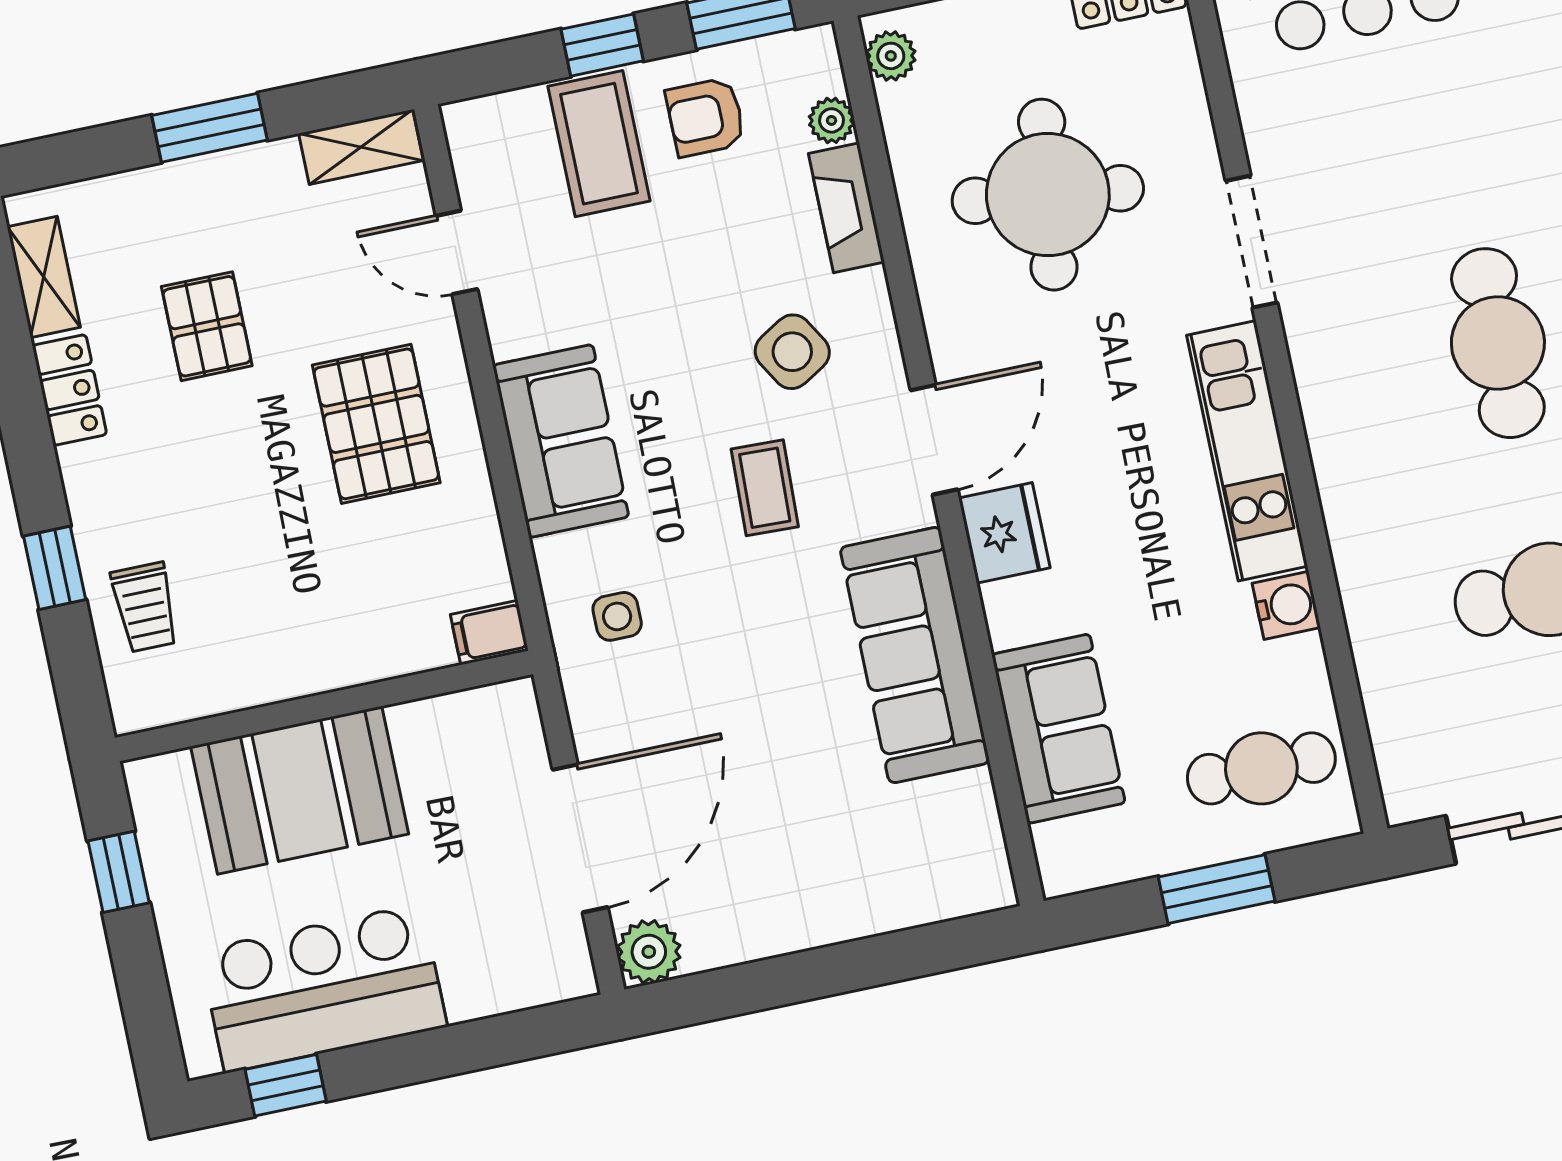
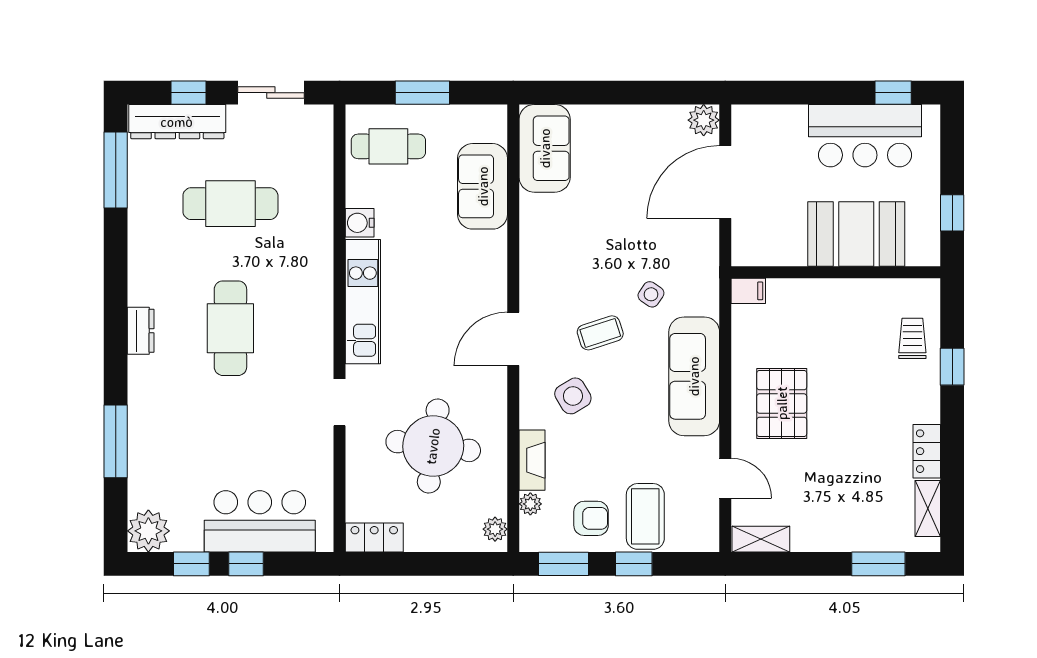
window: (210, 128) -> (878, 564), moved
doorway: (1251, 242) -> (339, 402), width x0.73
pallet: (207, 326) -> (854, 468), removed
sofa: (561, 441) -> (694, 376), width x1.36
coffee table: (765, 488) -> (600, 333), turned 70
fridge: (1004, 533) -> (489, 287), removed
side table: (617, 616) -> (651, 294), moved, turned 34
sofa: (915, 655) -> (545, 148), moved, width x0.73

